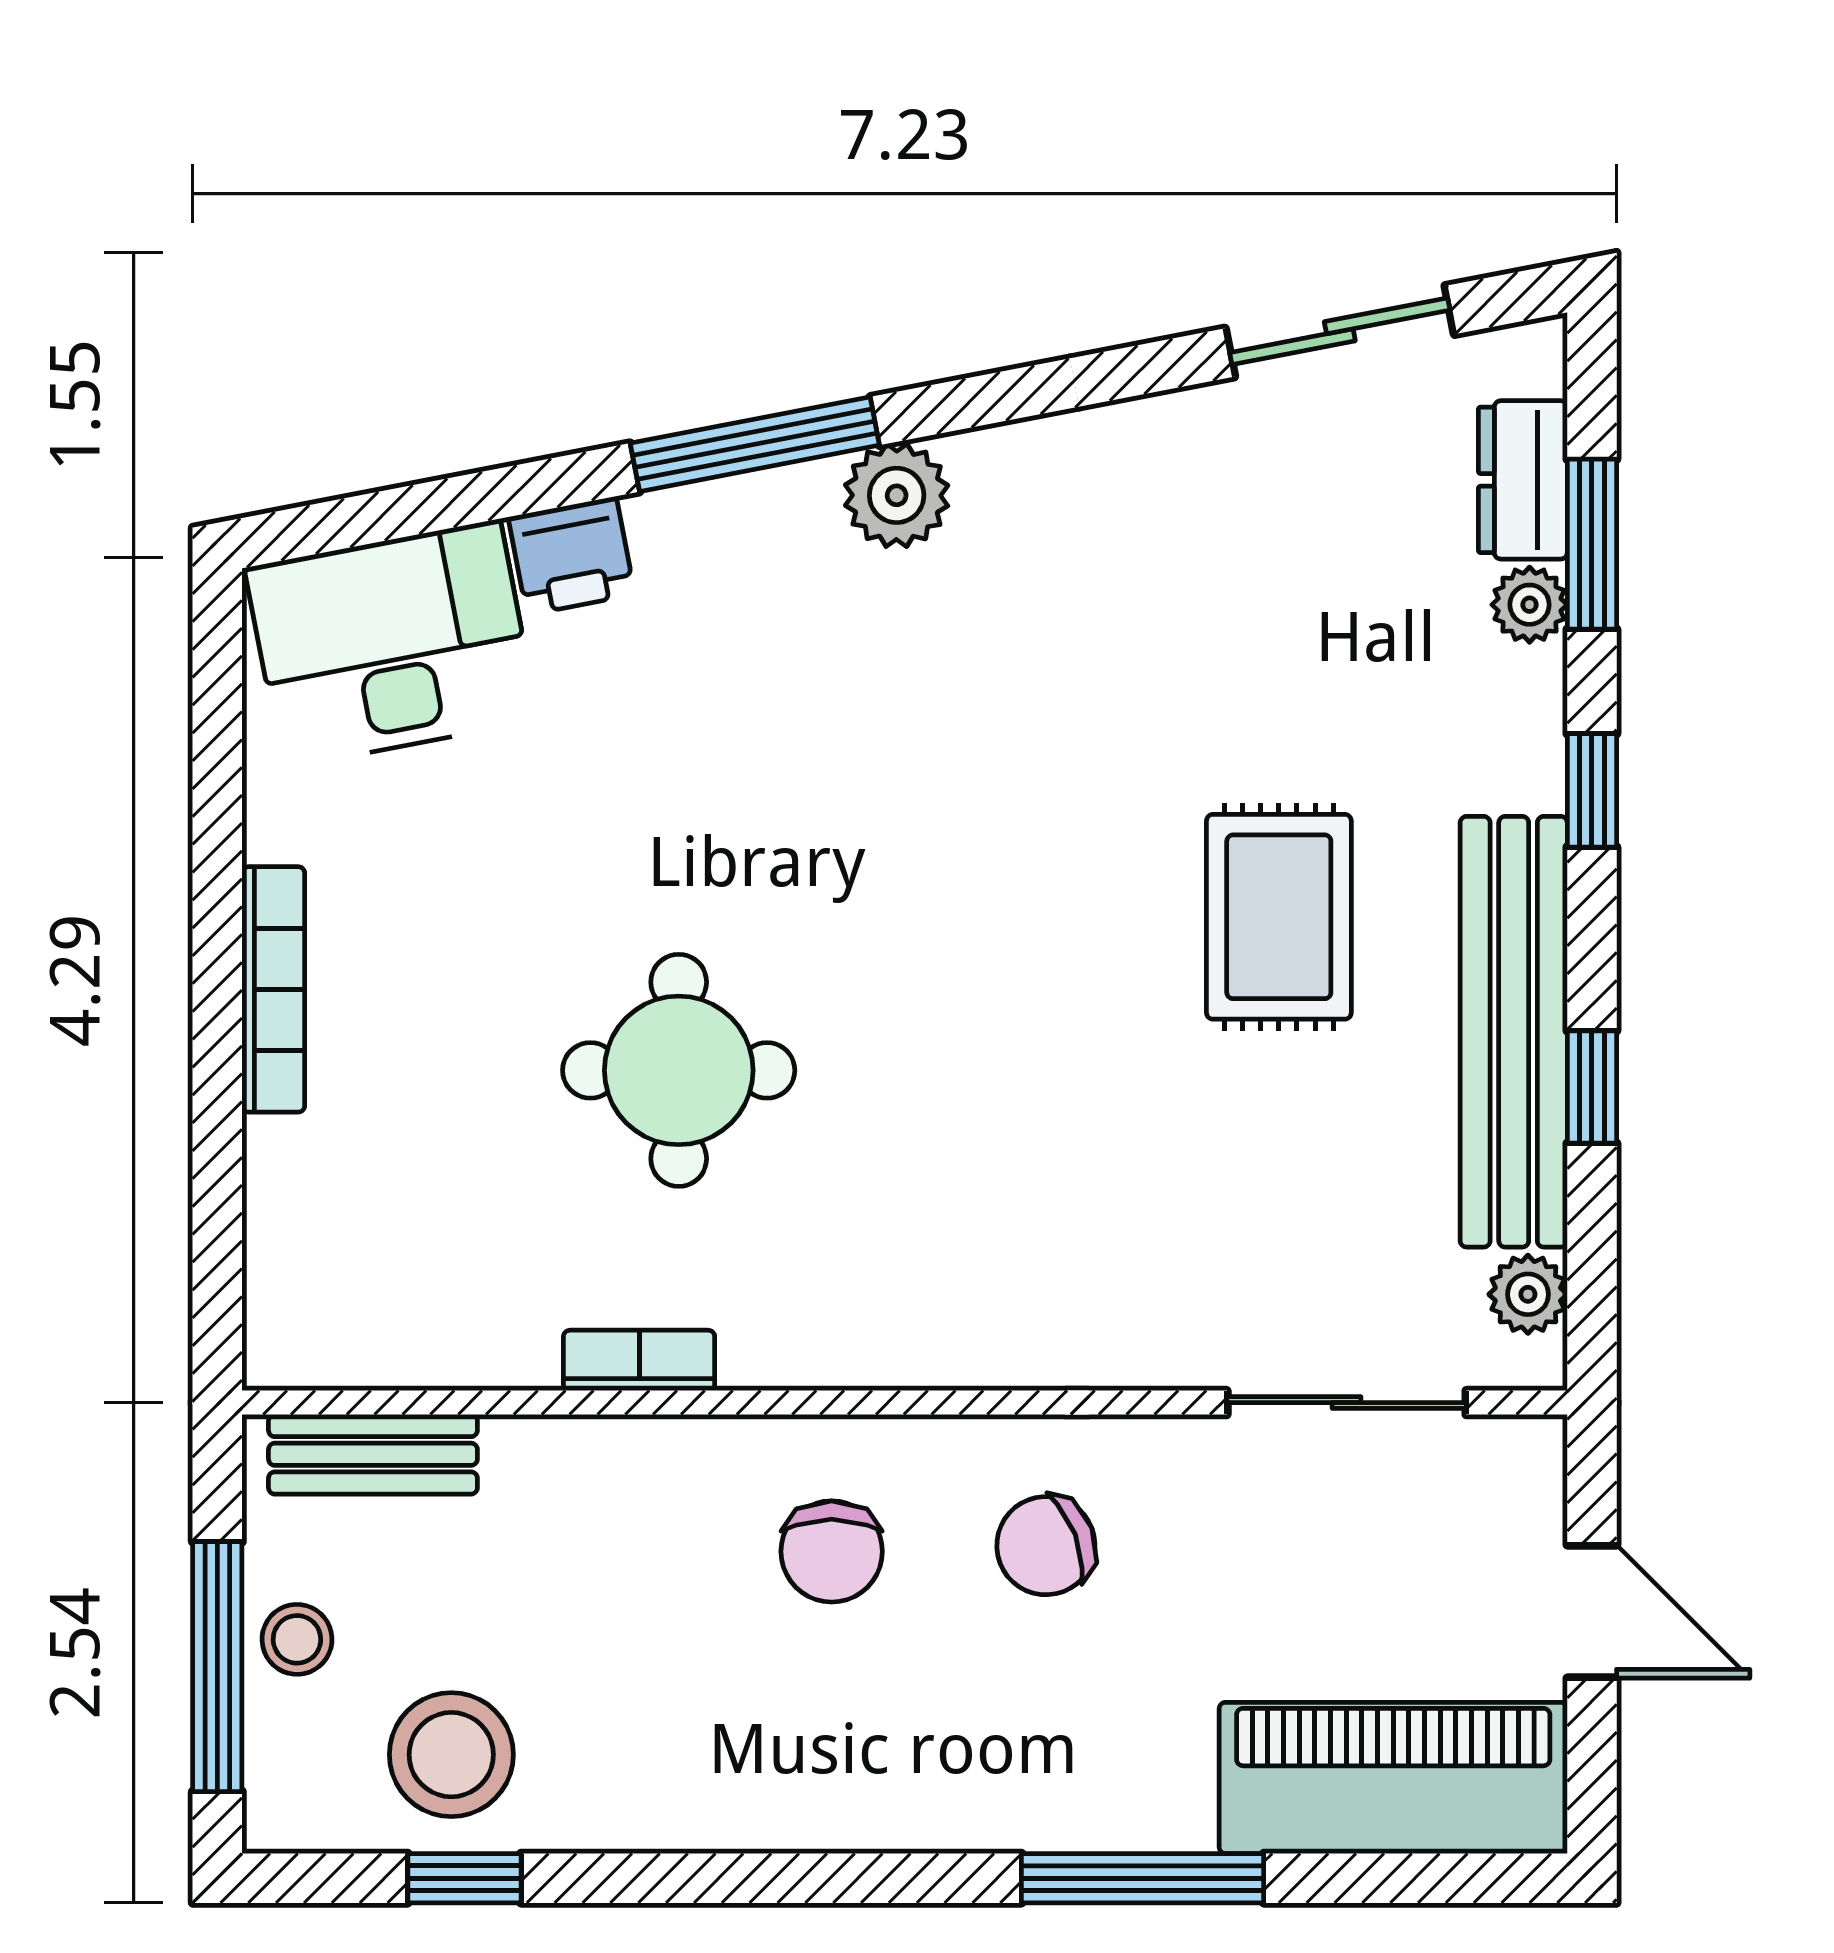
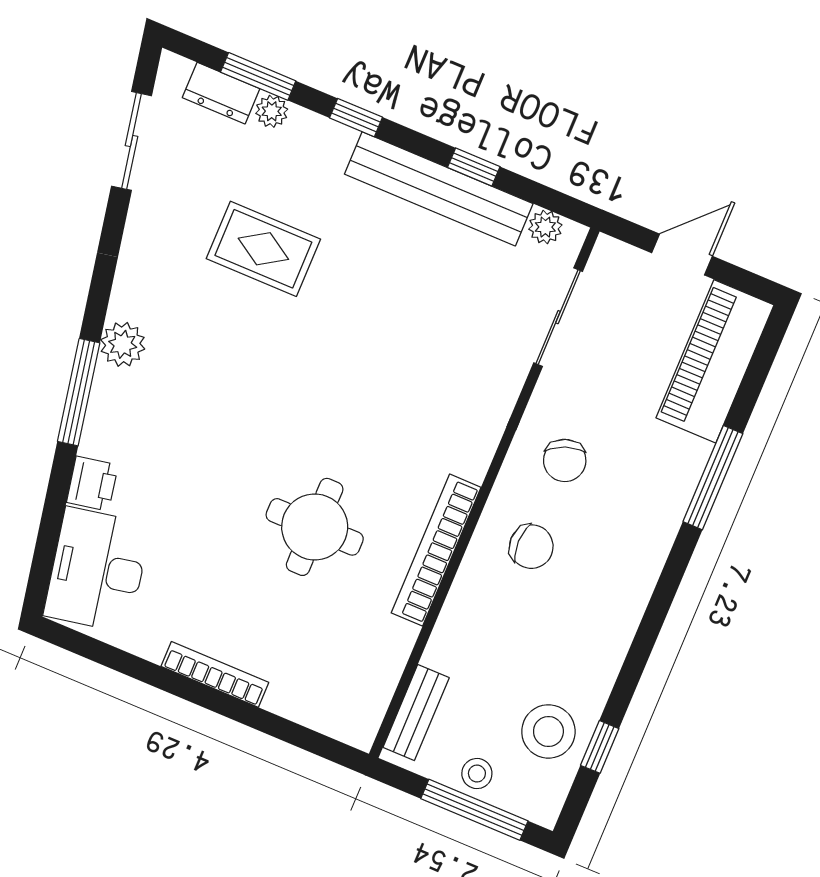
rug: (1279, 917) -> (263, 249), moved
bookcase: (639, 1360) -> (436, 550), width x2.31, depth x1.31

